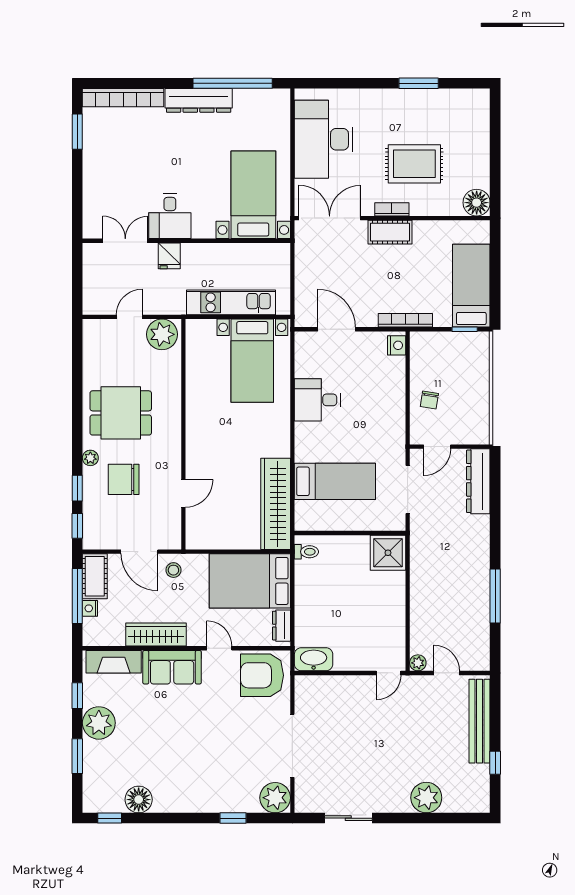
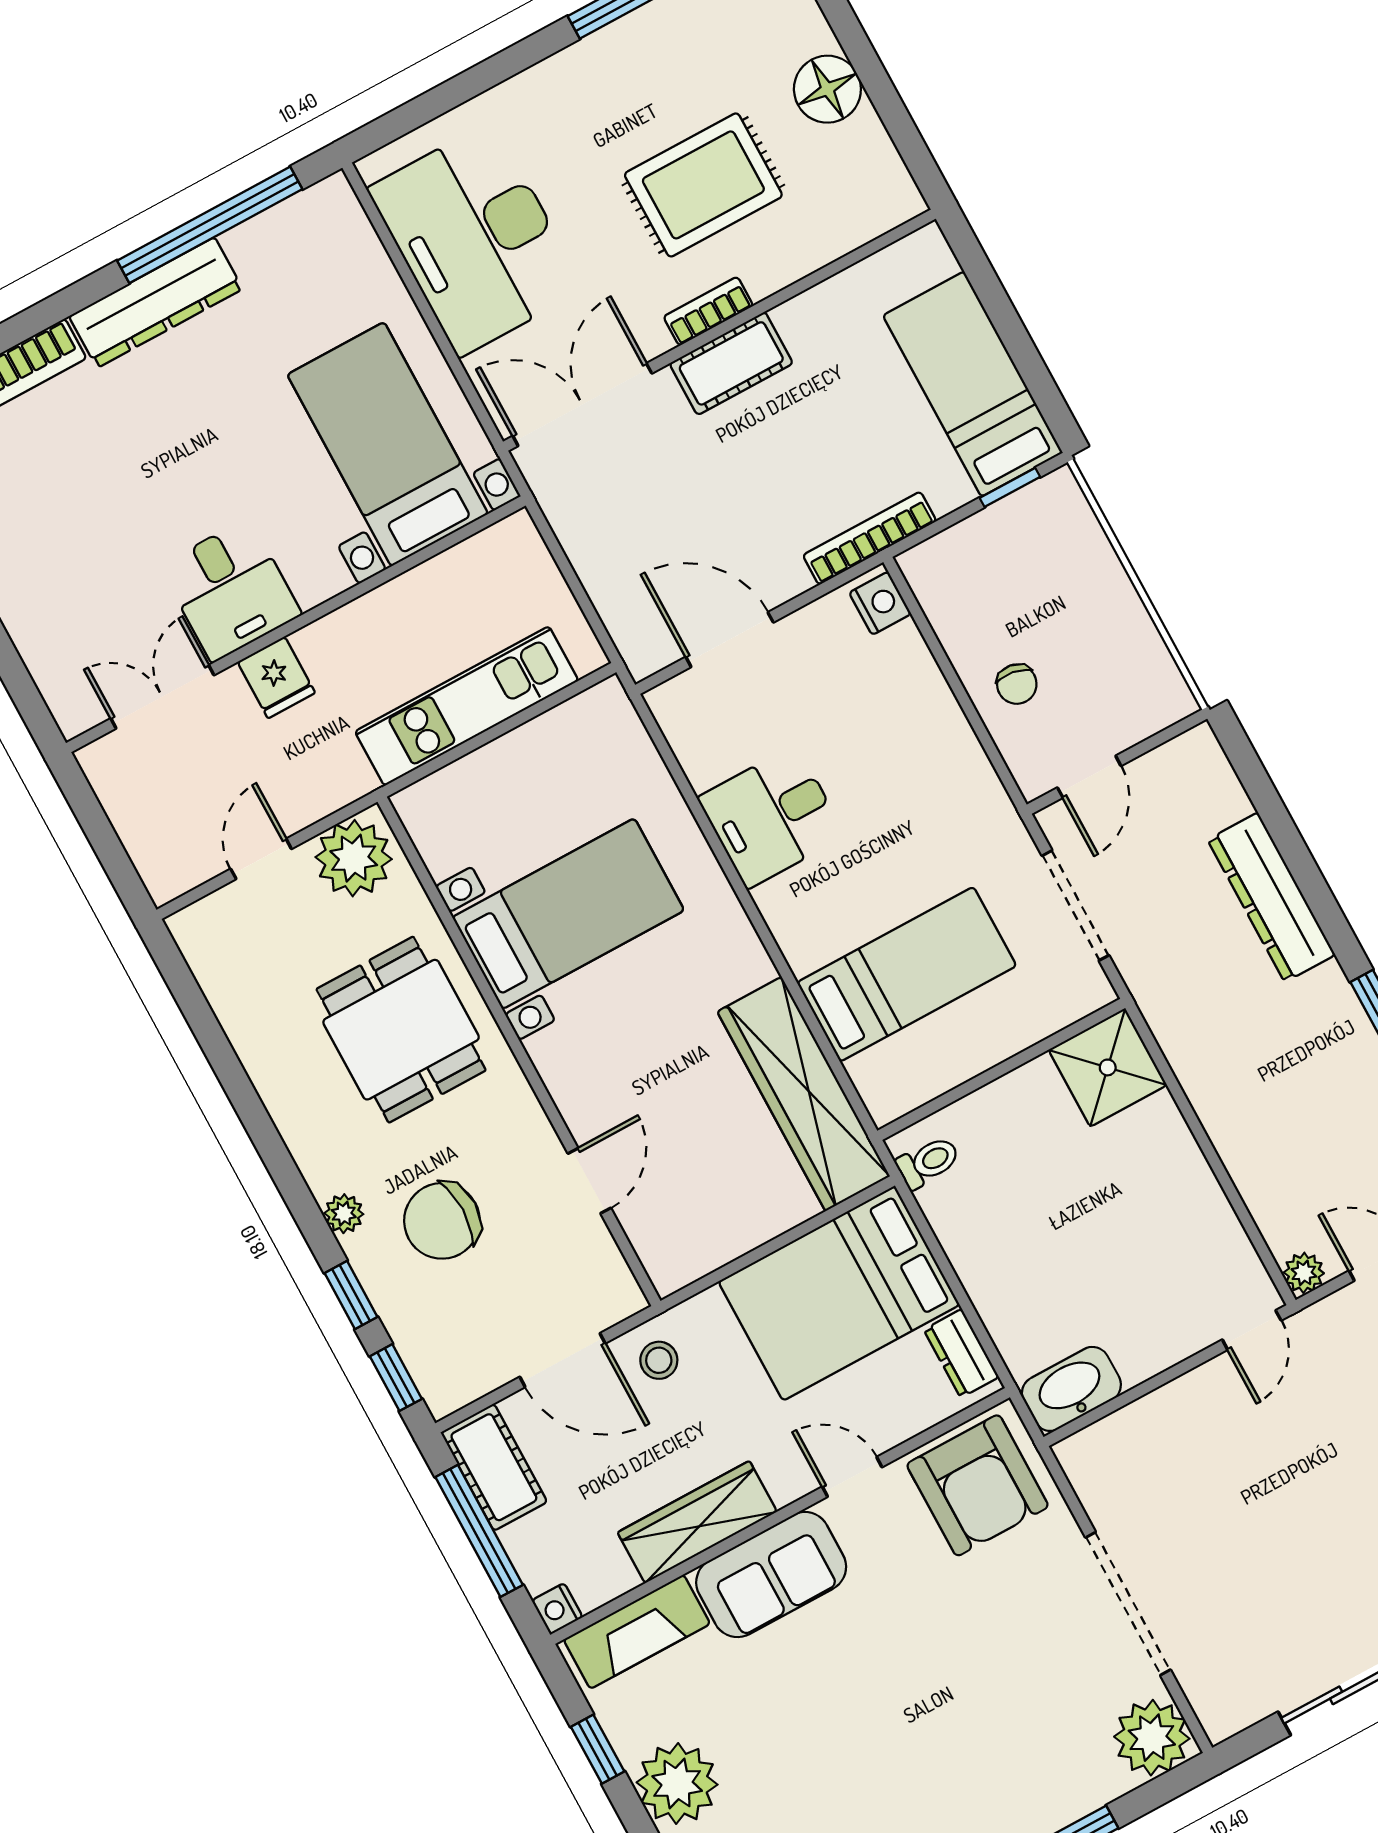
floor lamp: (477, 203) -> (827, 89), moved
bed with nightstands: (252, 361) -> (568, 914), moved, turned -90
dining table: (121, 413) -> (401, 1030), moved, turned 90
dresser: (478, 481) -> (1271, 897), moved
nightstand: (90, 608) -> (557, 1609), moved
armchair: (262, 675) -> (978, 1485), turned -90

